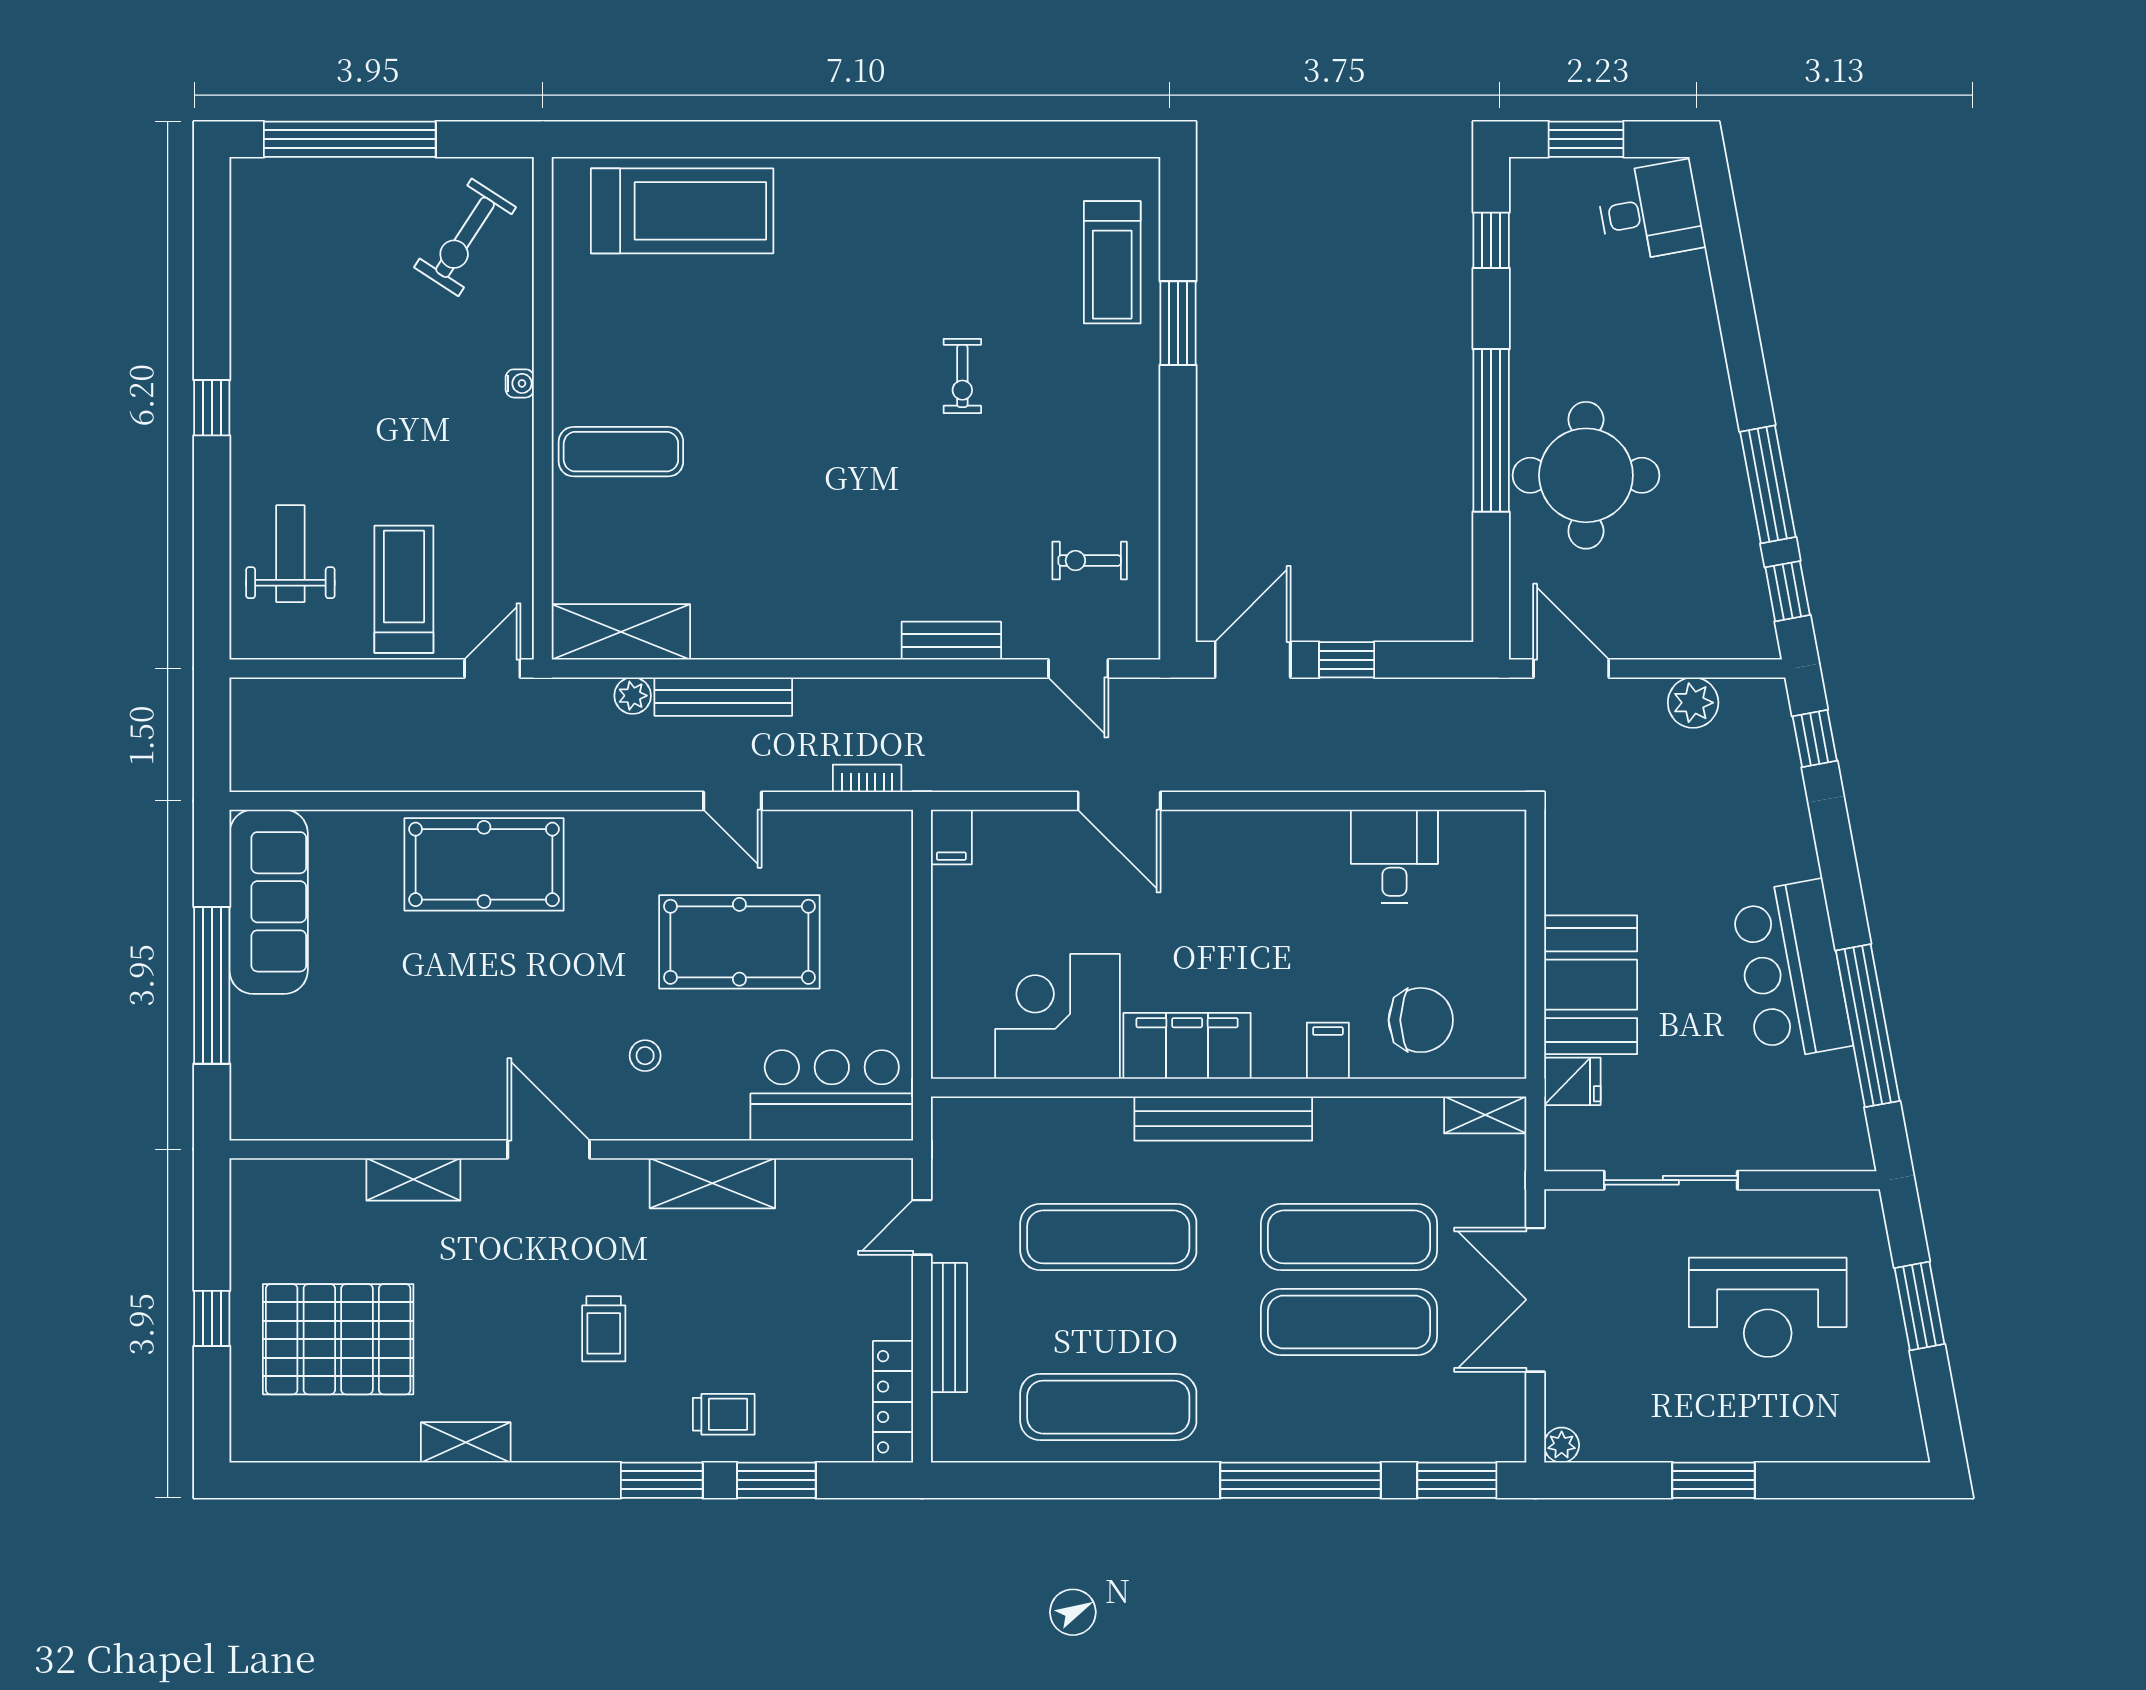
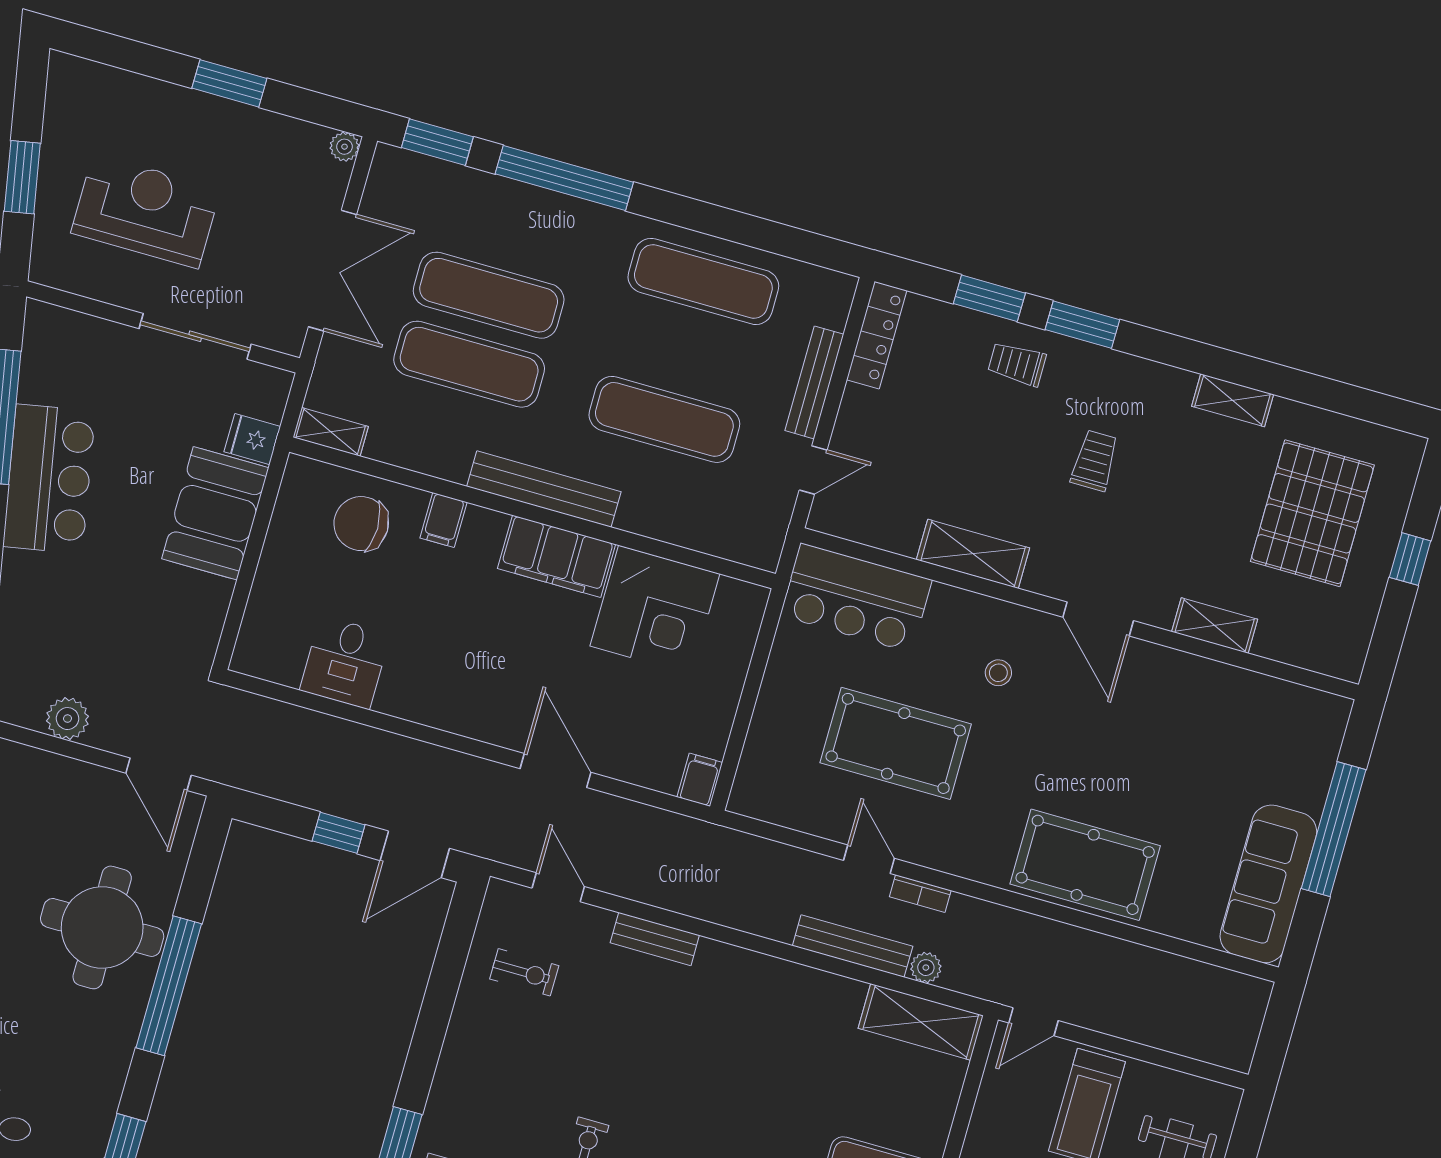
bookcase: (867, 778) -> (920, 894), moved
pallet: (338, 1339) -> (1312, 513), turned 90

